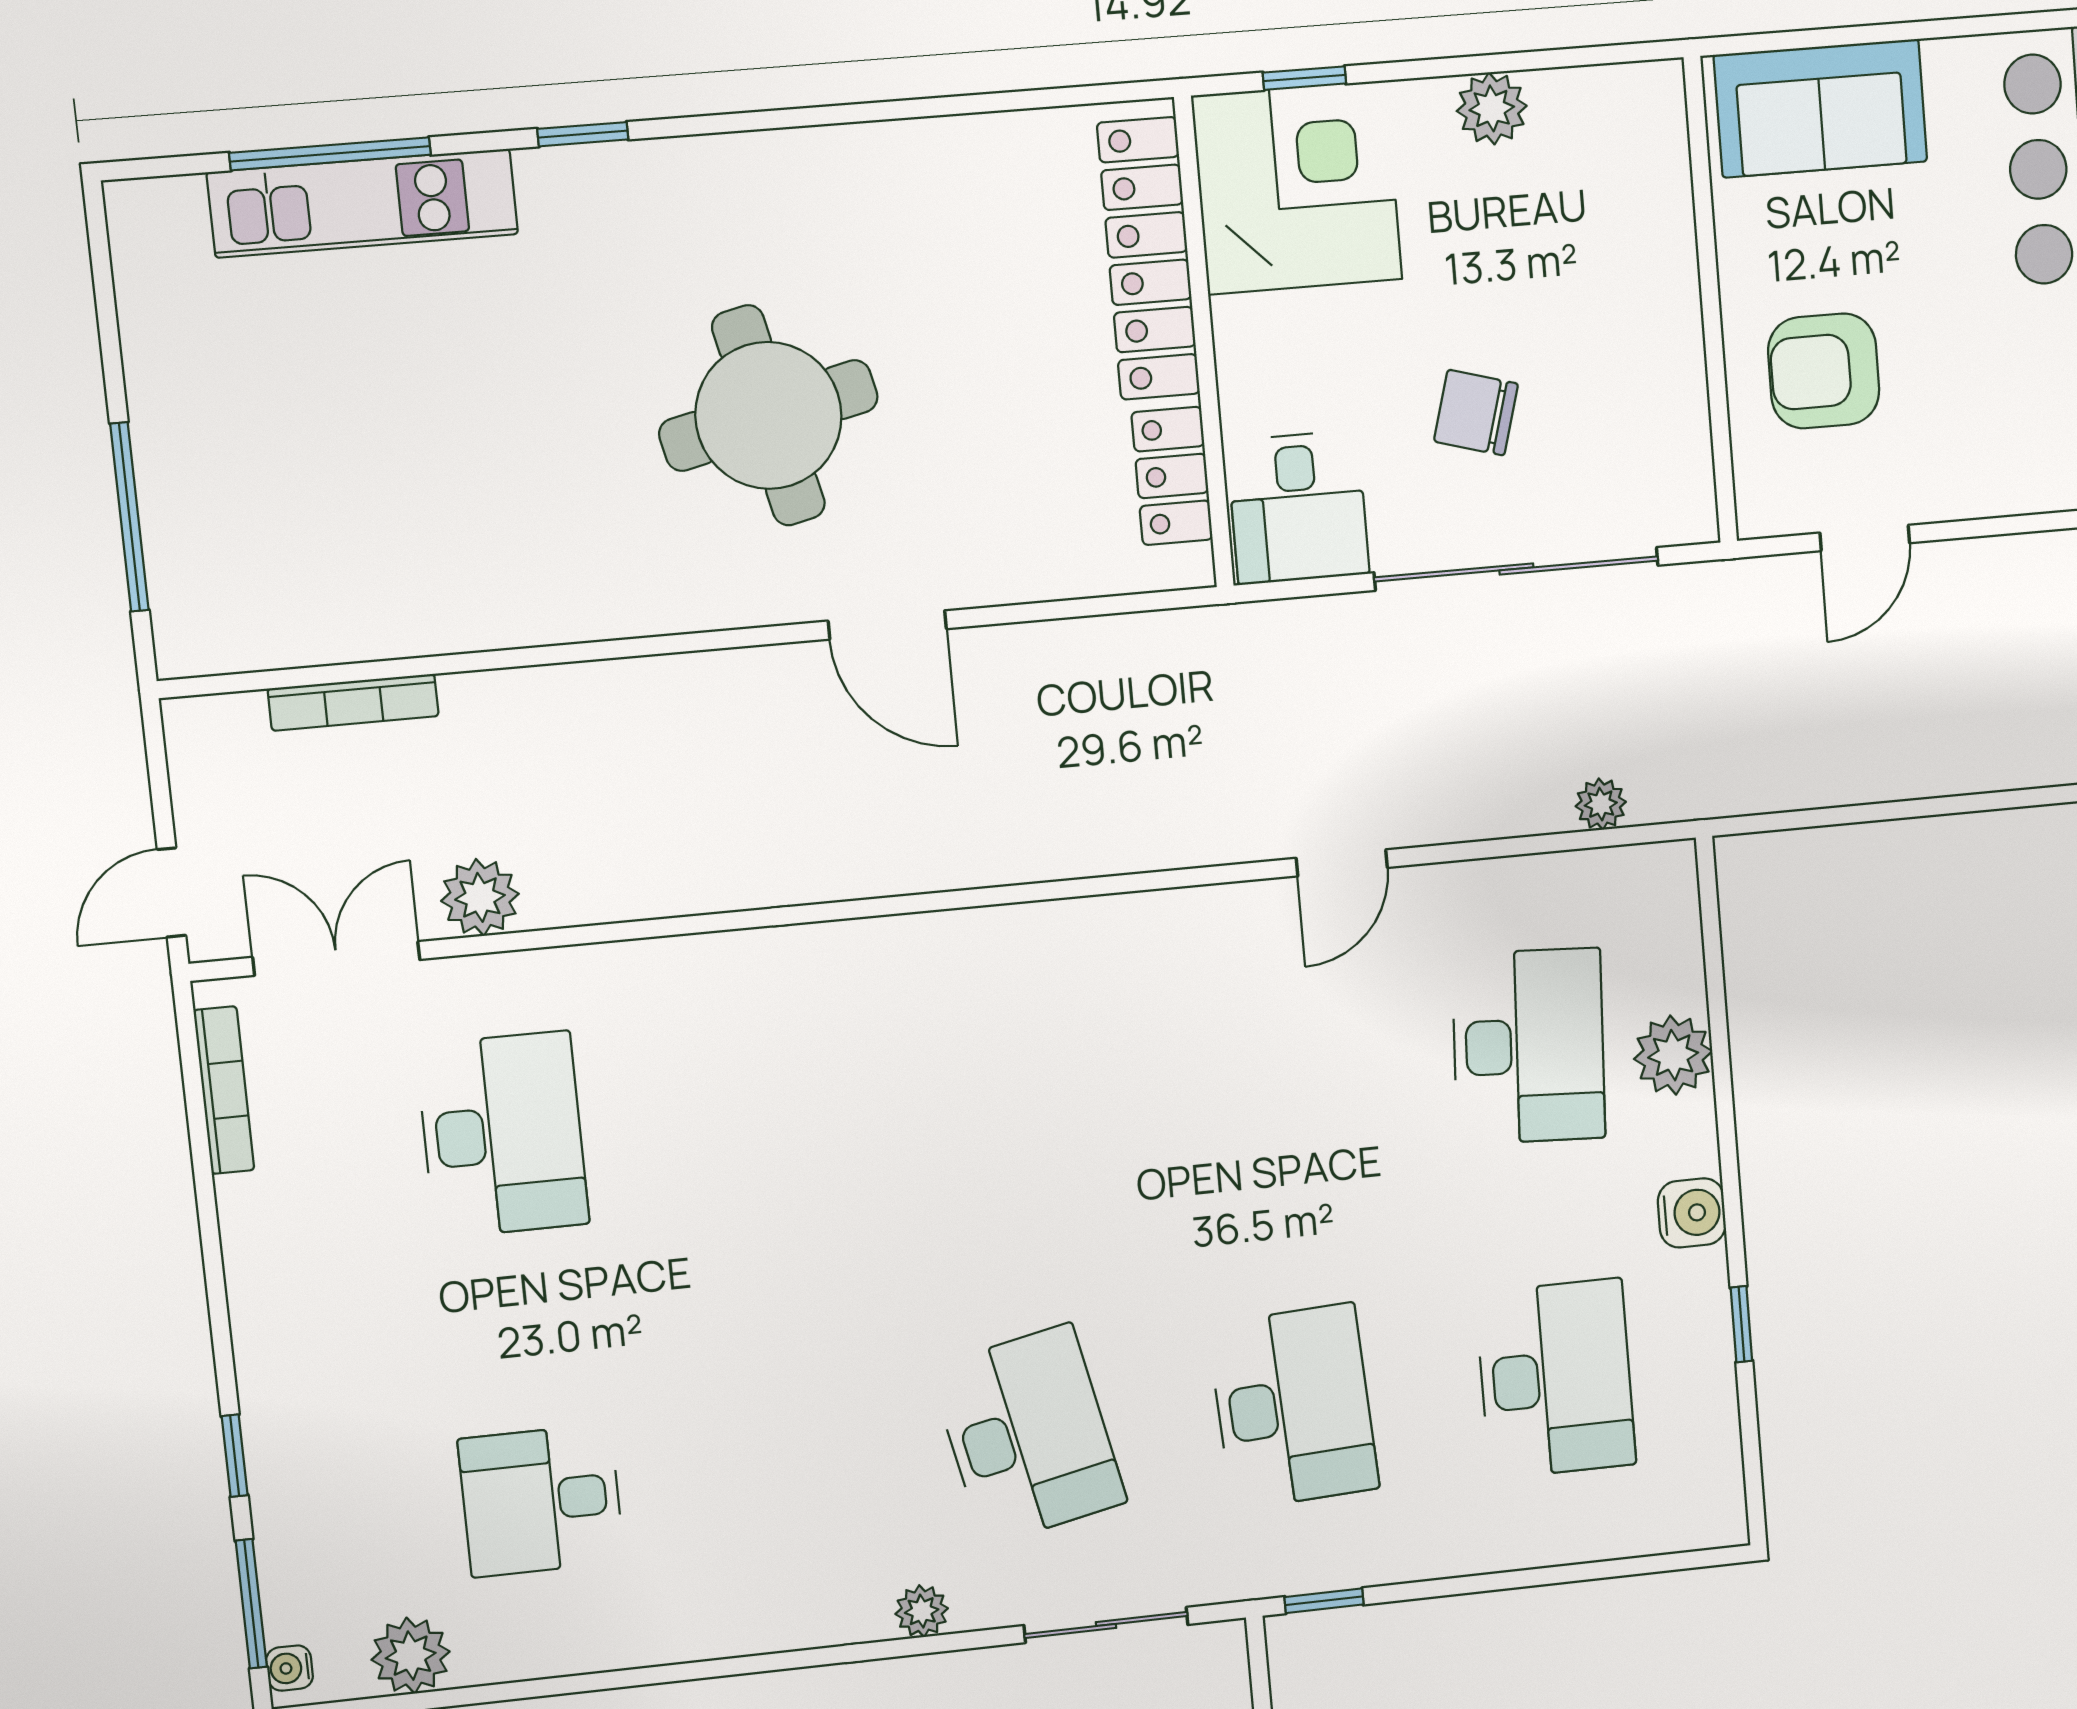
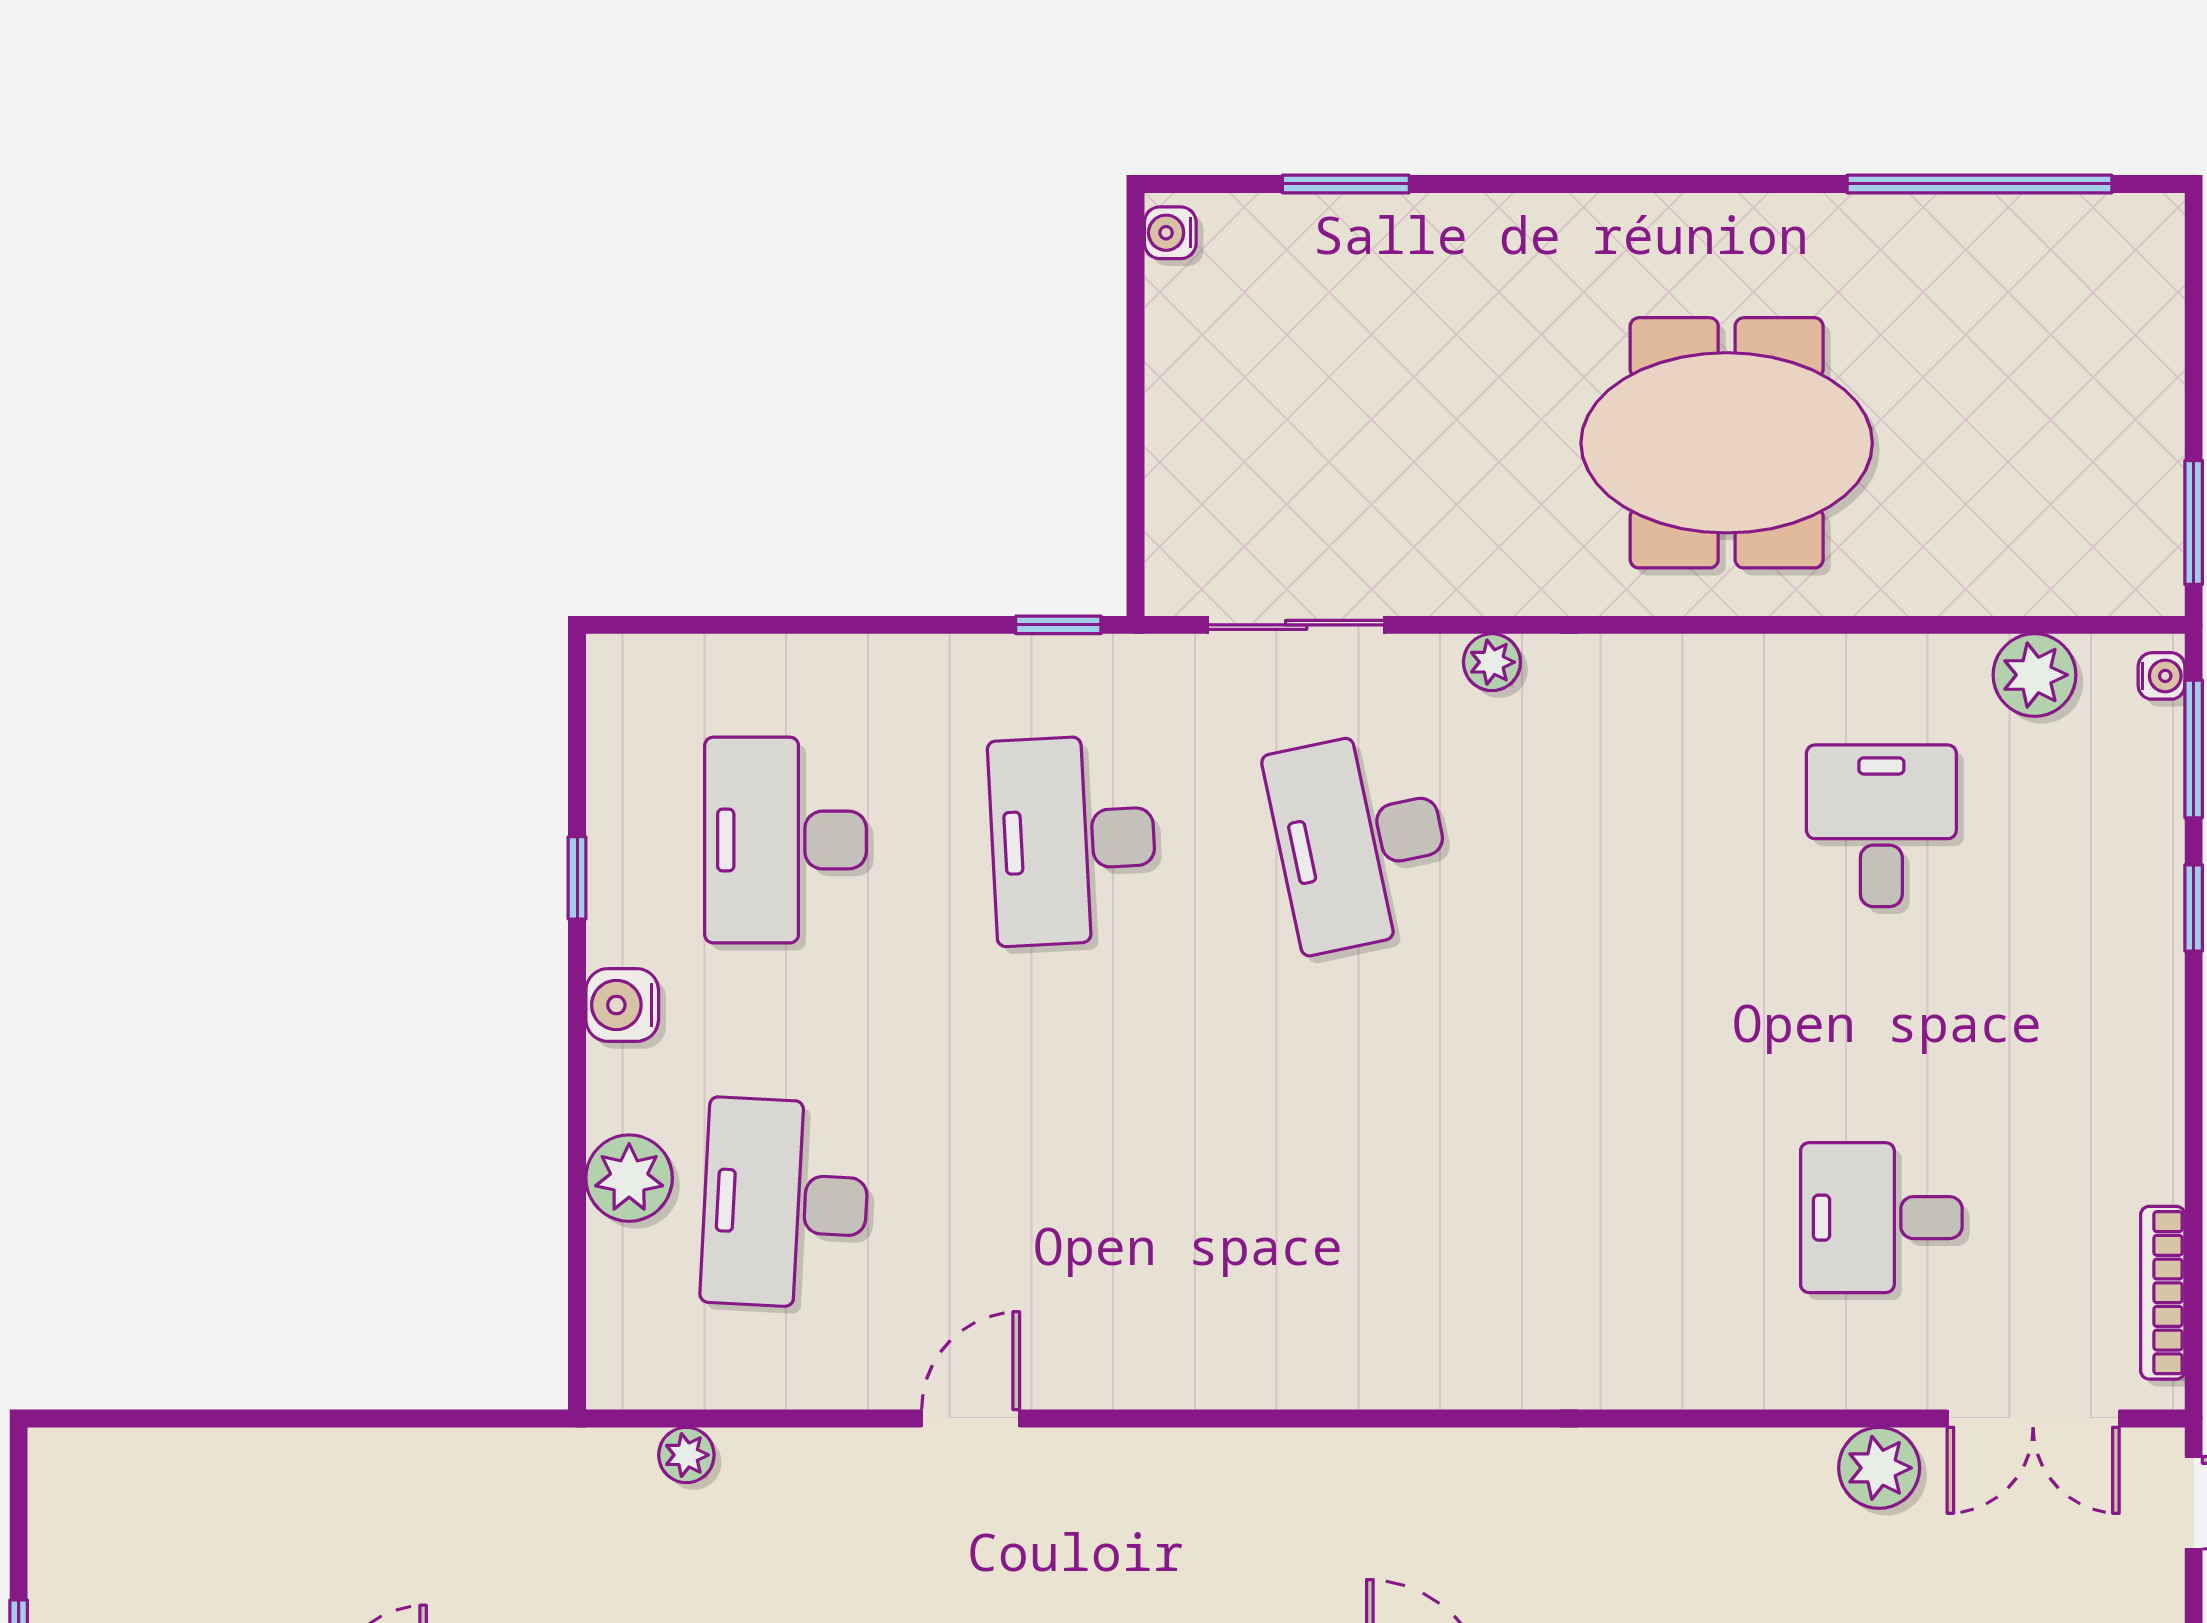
desk: (503, 1135) -> (1881, 1218), width x0.73
desk: (541, 1500) -> (1881, 826), turned -90

